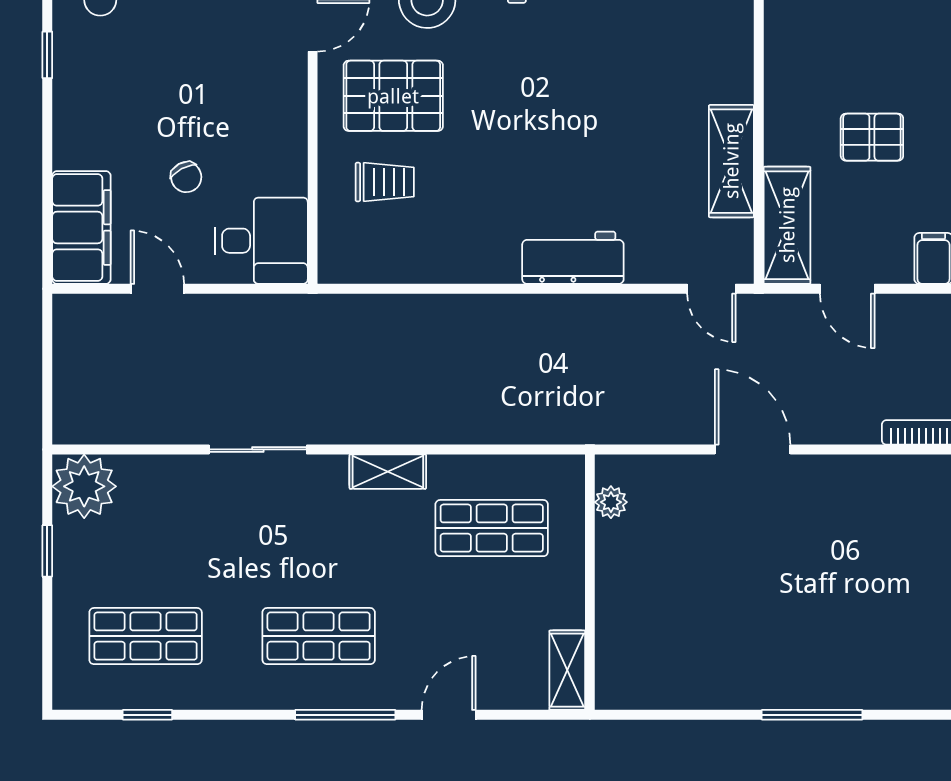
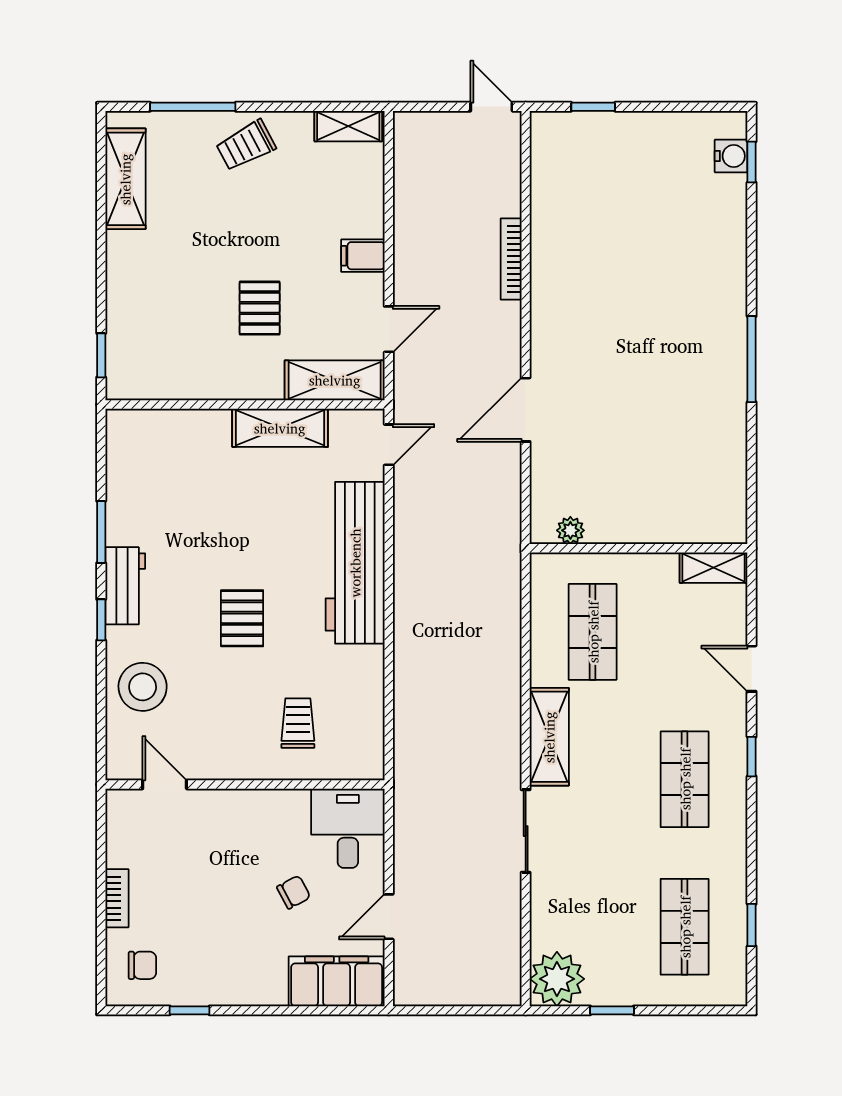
pallet: (393, 96) -> (242, 618), moved, width x0.67, depth x0.71
workbench: (573, 258) -> (355, 563), width x1.87, depth x1.32
shelving: (388, 472) -> (549, 737), width x1.50, depth x1.33
window: (345, 715) -> (752, 757), width x0.46

